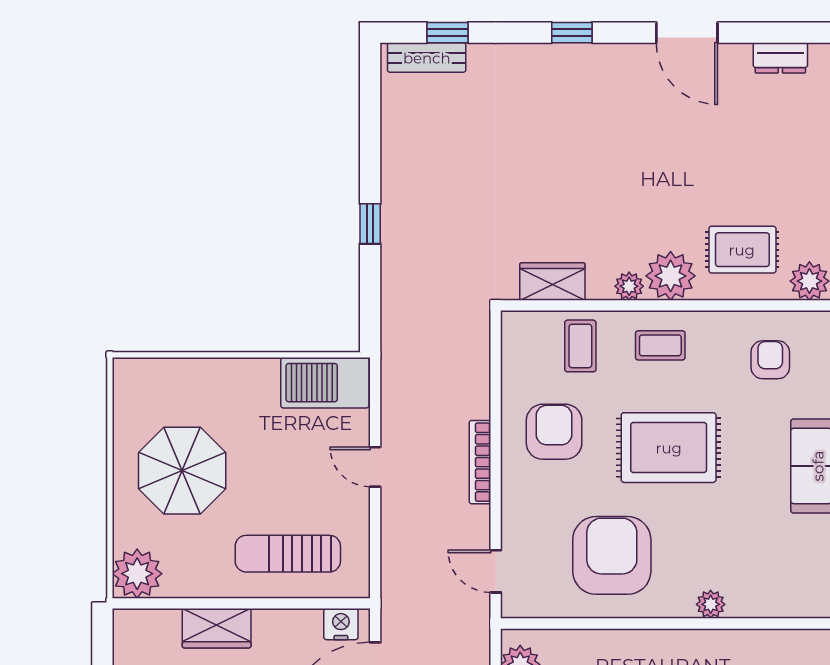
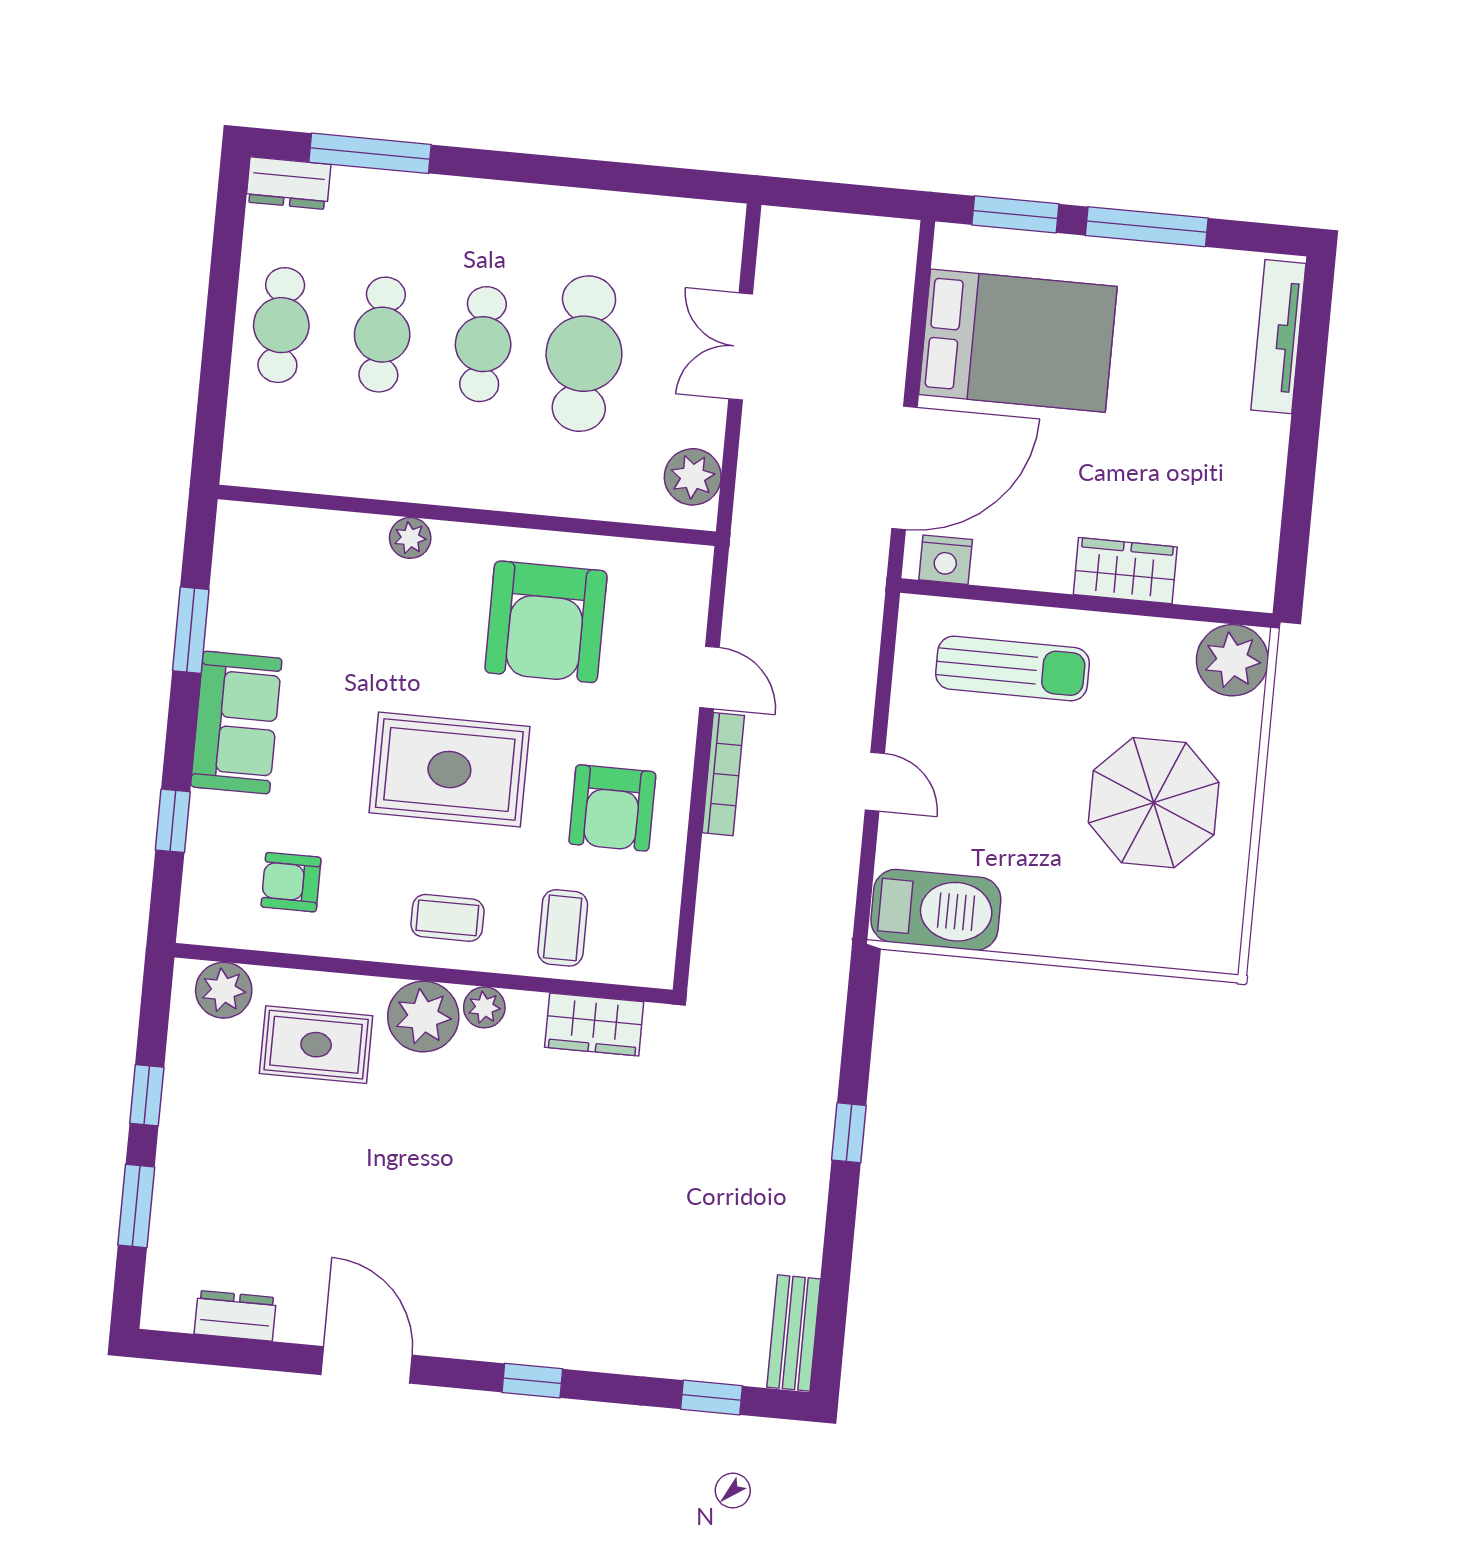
bench: (427, 58) -> (794, 1333), moved, turned 90
armchair: (770, 360) -> (291, 882), turned 90
door: (496, 571) -> (709, 677), moved

